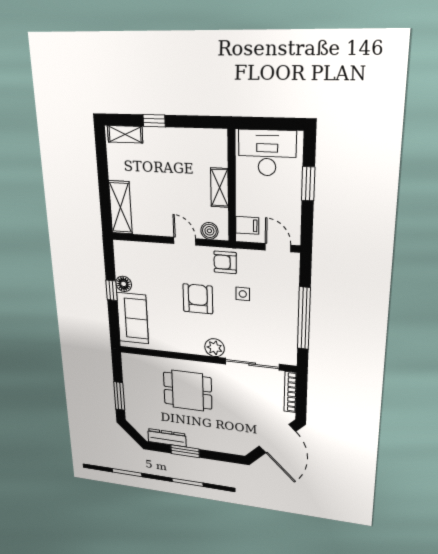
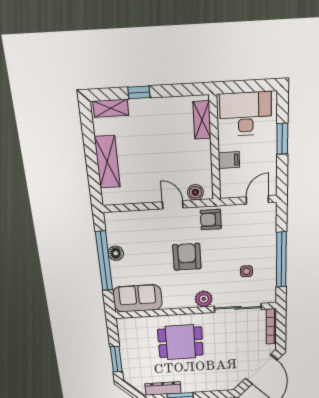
shelving: (219, 188) -> (202, 120), moved
shelving: (120, 207) -> (107, 162), moved
filing cabinet: (247, 225) -> (229, 160), moved
door: (278, 248) -> (257, 200), hinge flipped
window: (112, 290) -> (104, 261), width x3.17
side table: (243, 294) -> (246, 271), moved
sofa: (133, 318) -> (138, 298), moved, turned -90

